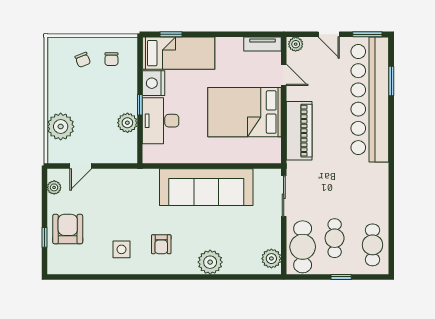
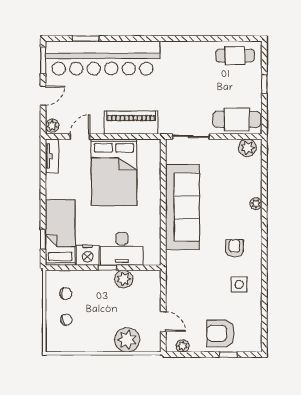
cafe table: (335, 238) -> (229, 90), removed
armchair: (161, 244) -> (234, 248), turned -90
plant: (210, 262) -> (256, 204), width x0.53, depth x0.53

